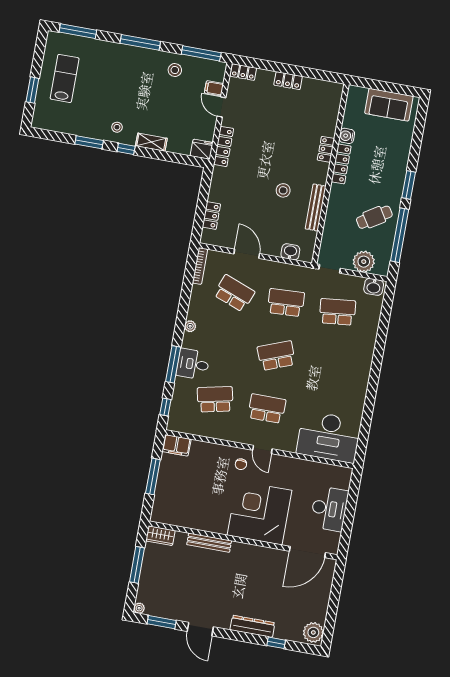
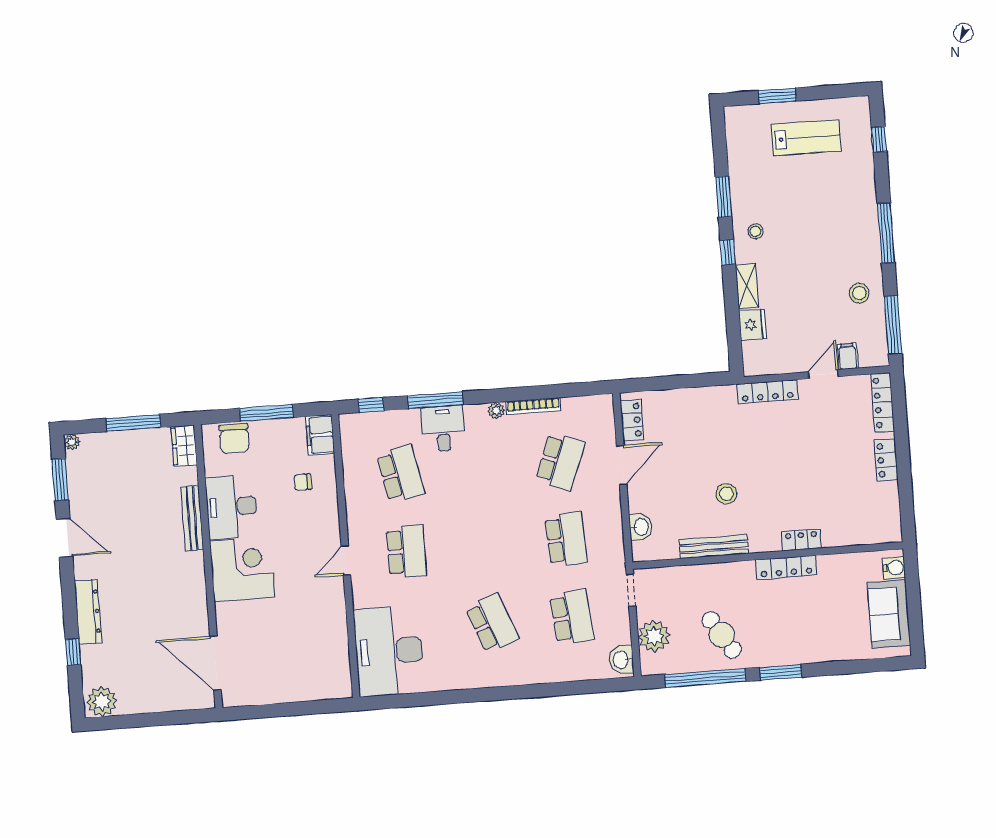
window: (78, 31) -> (879, 139), width x0.46
locker: (243, 72) -> (883, 403), width x1.53
water cooler: (347, 136) -> (894, 568), moved, turned 90
fridge: (202, 149) -> (752, 325), moved
locker: (211, 216) -> (632, 420), moved, turned -90
bookcase: (200, 266) -> (533, 406), moved
school desk: (276, 356) -> (492, 623), moved
chair: (241, 464) -> (303, 482), moved
chair: (164, 502) -> (234, 439), added
desk: (329, 509) -> (231, 507), moved, turned 90
corner desk: (259, 513) -> (242, 569), width x0.74, depth x0.74
door: (200, 629) -> (64, 538), swing flipped

